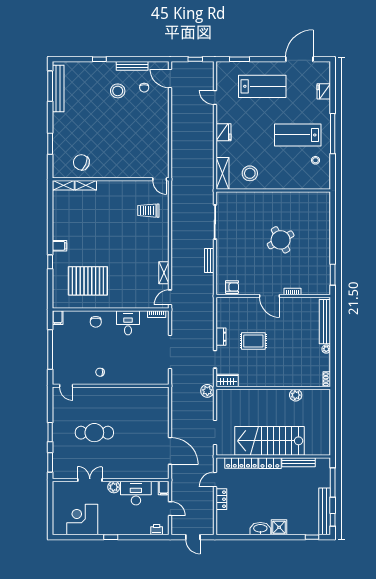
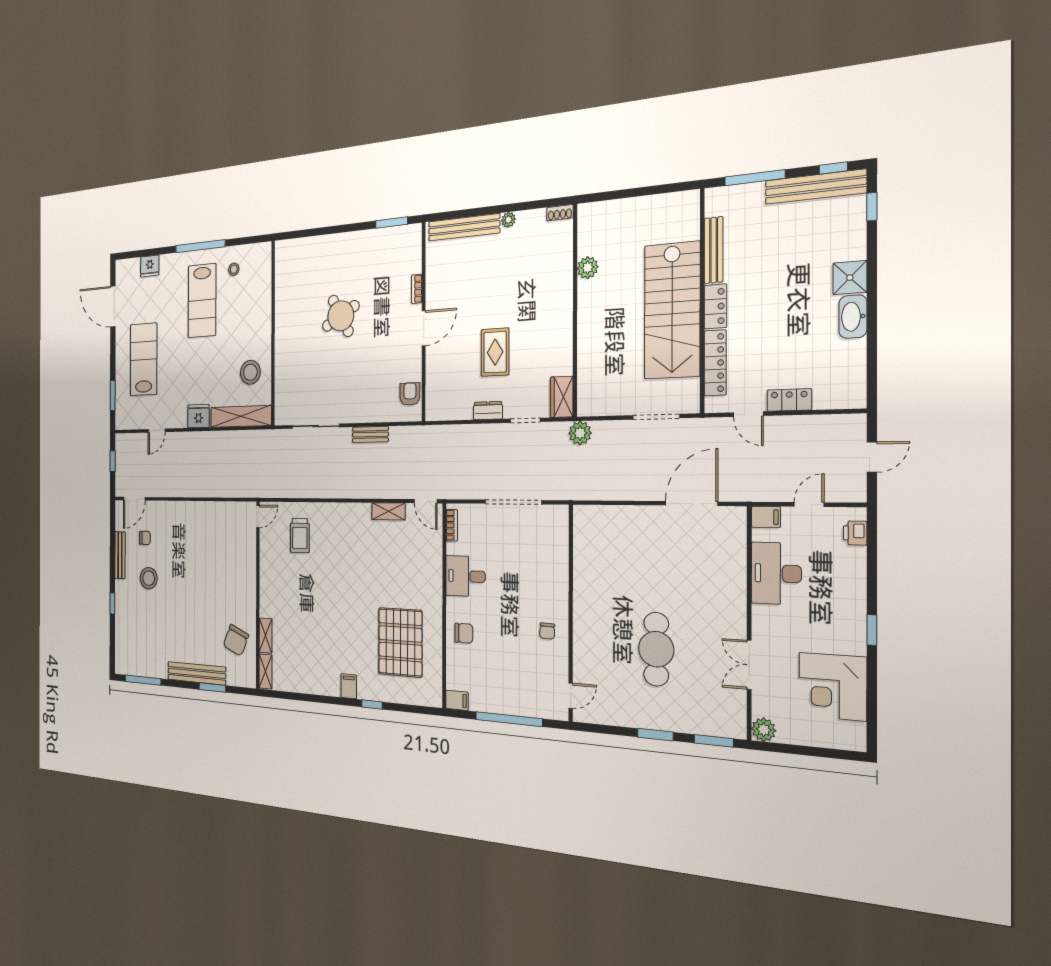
bench: (58, 89) -> (197, 673), moved
shelving: (222, 173) -> (241, 416), width x1.47
plant: (114, 487) -> (764, 730), moved

